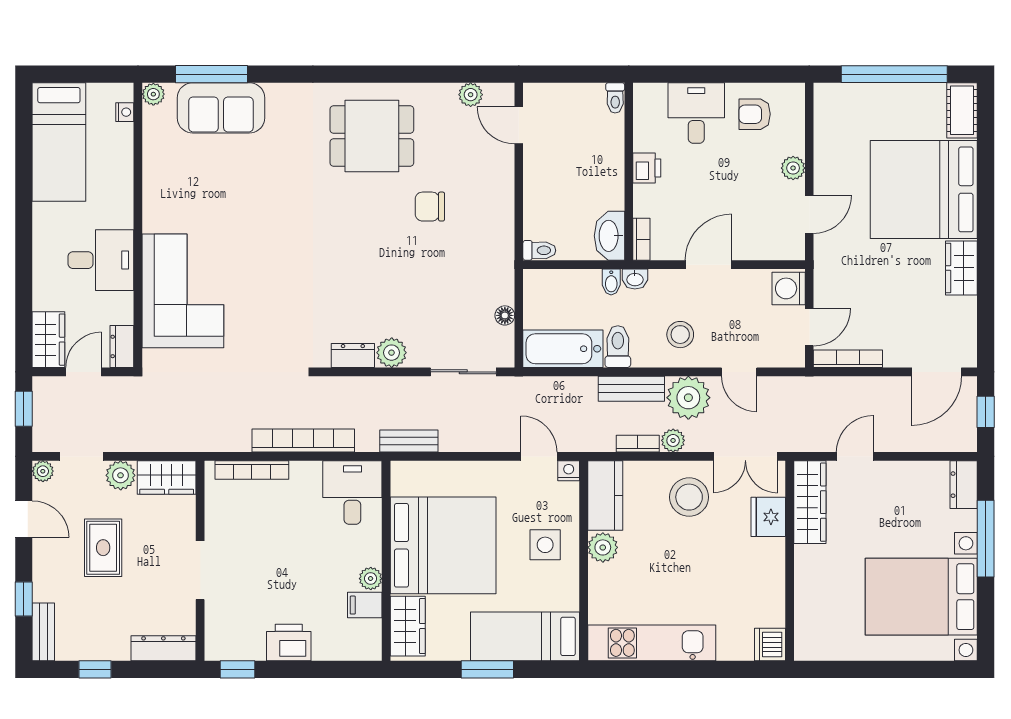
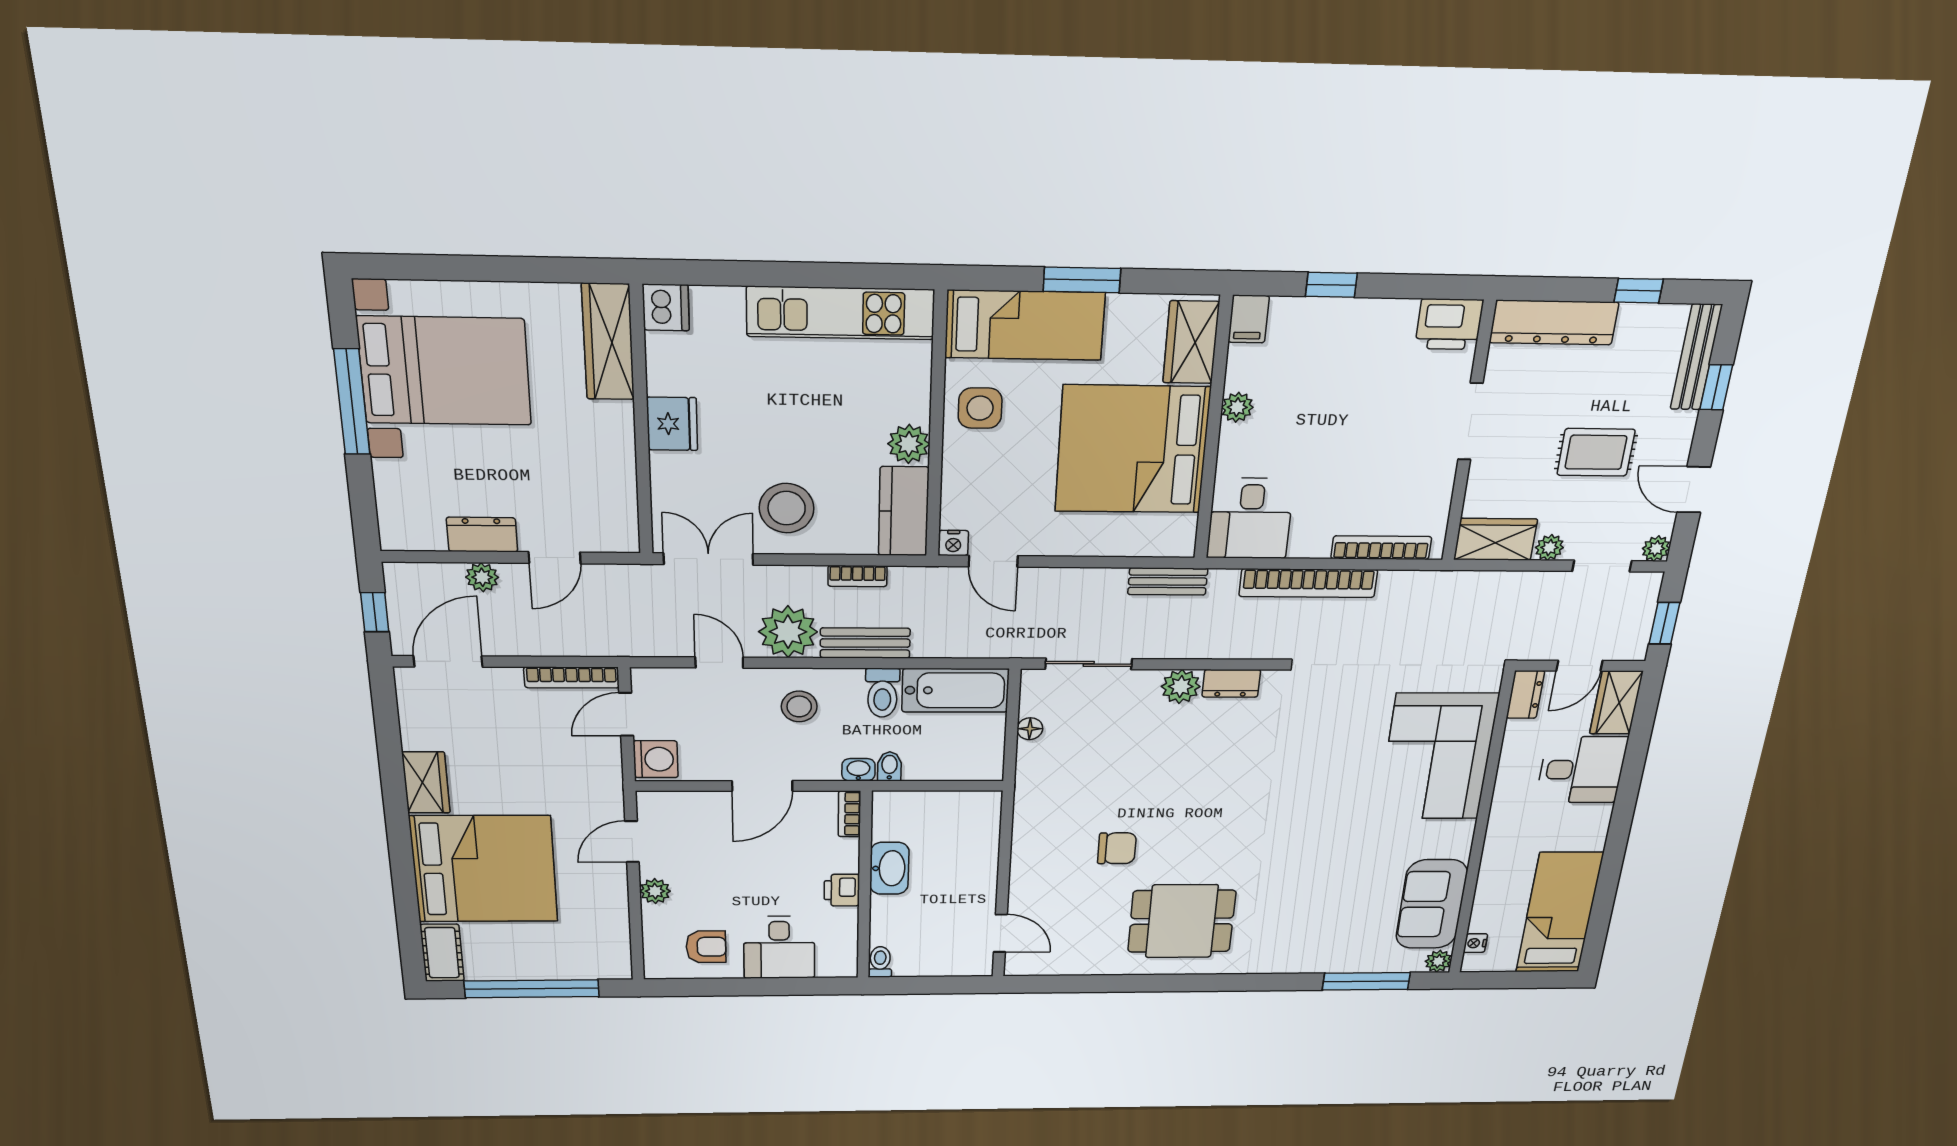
plant: (471, 95) -> (1058, 964), removed
sofa: (221, 108) -> (1432, 904), moved, turned -90
washbasin: (610, 236) -> (889, 868), moved
toilet: (539, 250) -> (981, 801), removed
desk: (101, 260) -> (1582, 770), moved, turned 180
plant: (673, 440) -> (482, 577), moved
plant: (121, 475) -> (1549, 548), width x0.73, depth x0.73
dresser: (964, 485) -> (482, 535), moved, turned -90
wardrobe: (810, 502) -> (608, 342), moved
fridge: (768, 517) -> (672, 424), moved
window: (986, 539) -> (352, 402), moved
side table: (545, 545) -> (980, 408), moved
rug: (103, 548) -> (1596, 452), turned 90
filing cabinet: (365, 605) -> (1249, 319), moved, turned 90
bench: (43, 632) -> (1696, 357), width x1.36
printer: (289, 643) -> (1449, 324), moved
dresser: (163, 648) -> (1554, 323), width x1.37, depth x1.24
window: (238, 669) -> (1331, 285), moved

